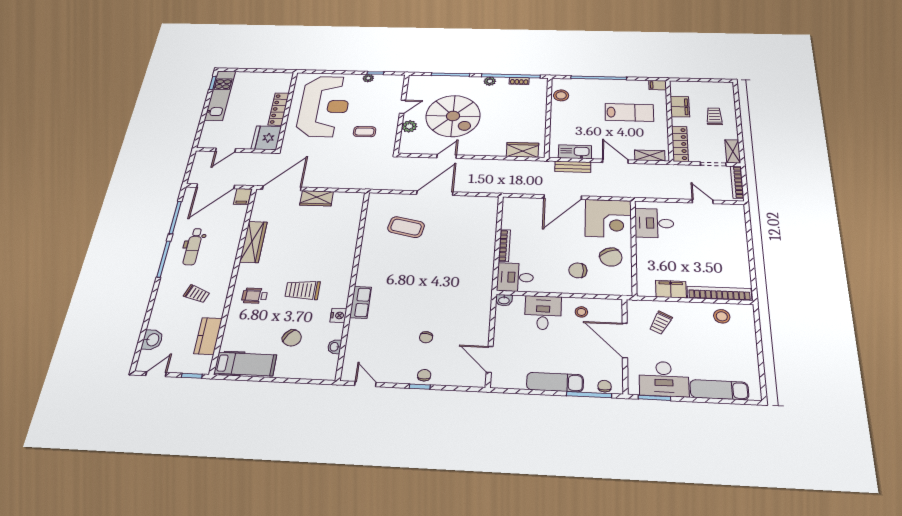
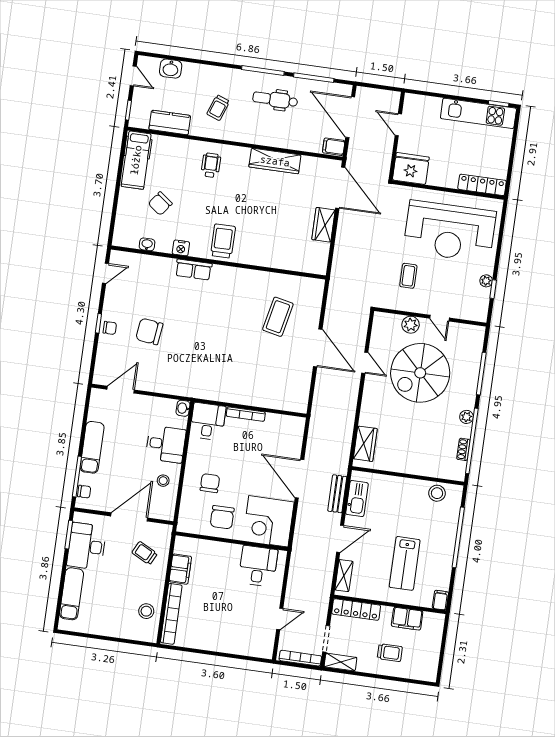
locker: (279, 109) -> (482, 185), moved
chair: (611, 257) -> (222, 517), turned -65
trolley: (302, 290) -> (223, 241), moved
chair: (426, 337) -> (149, 331), width x1.87, depth x1.87

